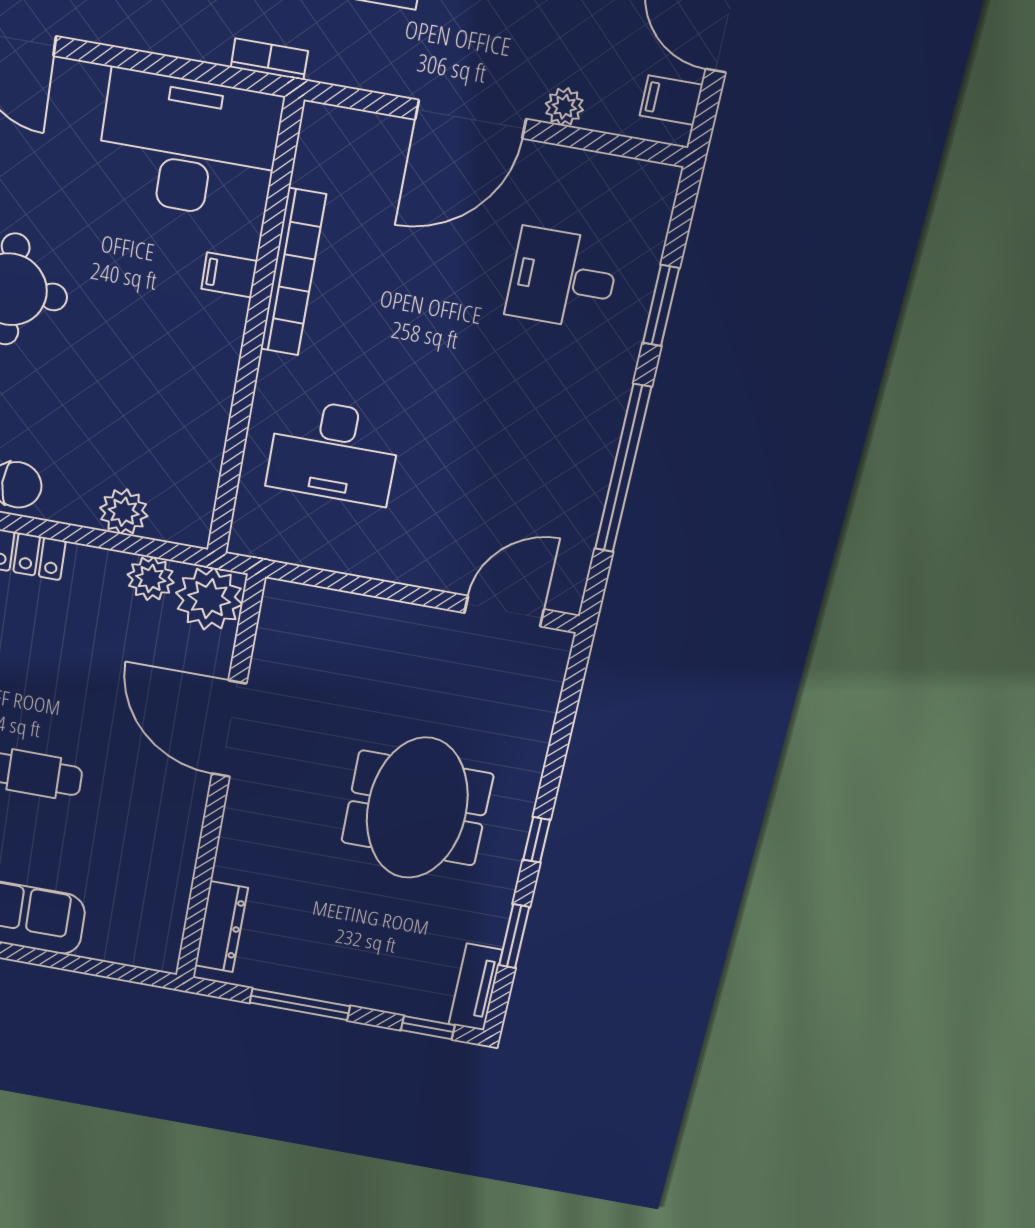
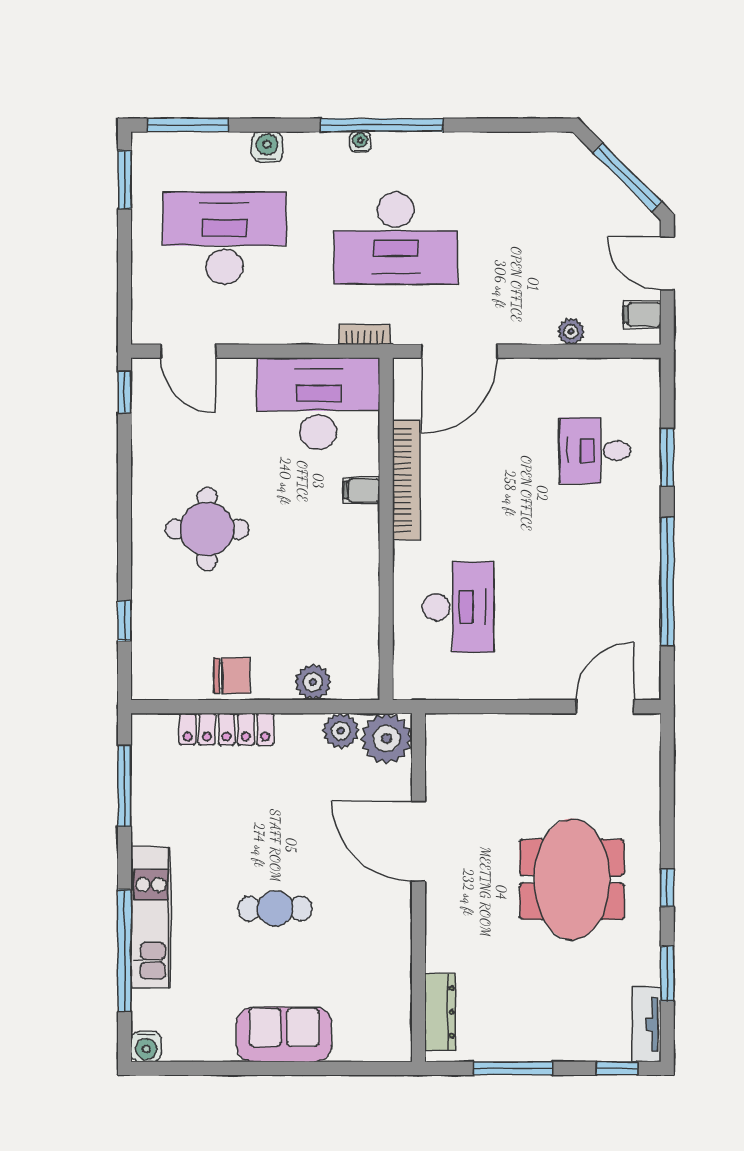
door: (471, 119) -> (460, 351), moved
desk: (334, 452) -> (458, 607), turned -90

